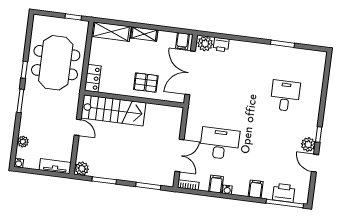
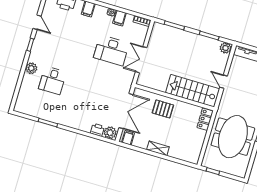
shelving: (111, 32) -> (184, 155), removed
plant: (308, 144) -> (31, 68), moved
double door: (180, 156) -> (141, 60), moved

